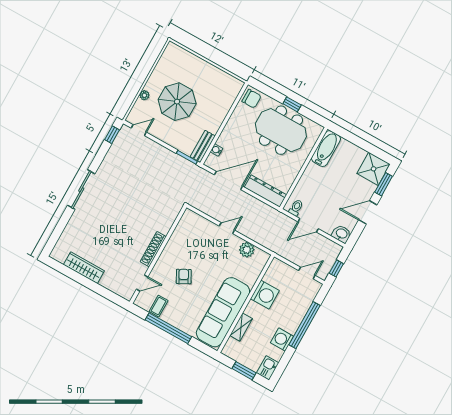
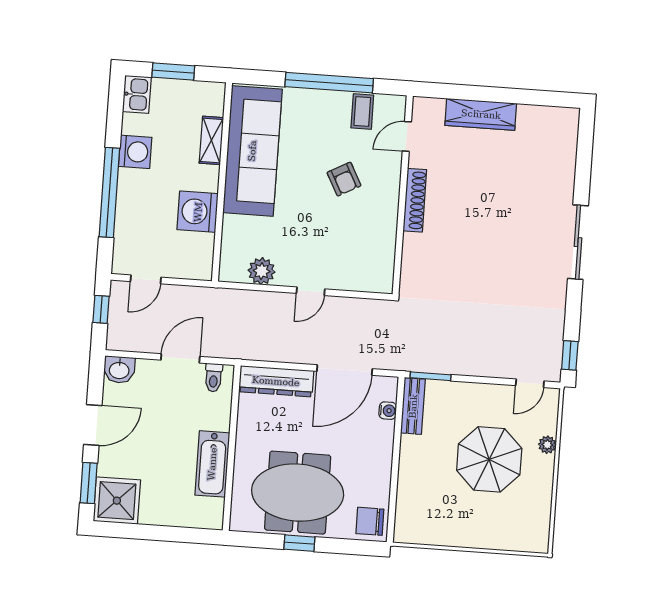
bathtub: (326, 149) -> (212, 464), moved
wardrobe: (84, 268) -> (481, 114), moved

